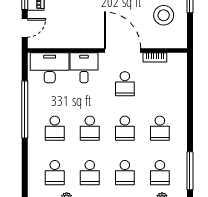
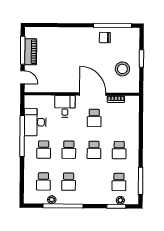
door: (25, 28) -> (23, 77), hinge flipped
desk: (50, 68) -> (35, 122), moved, turned -90
school desk: (125, 173) -> (94, 182), removed

